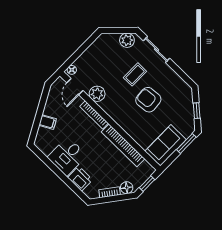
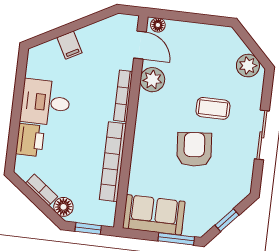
sliding door: (156, 50) -> (262, 135), moved
door: (75, 87) -> (140, 45), swing flipped

